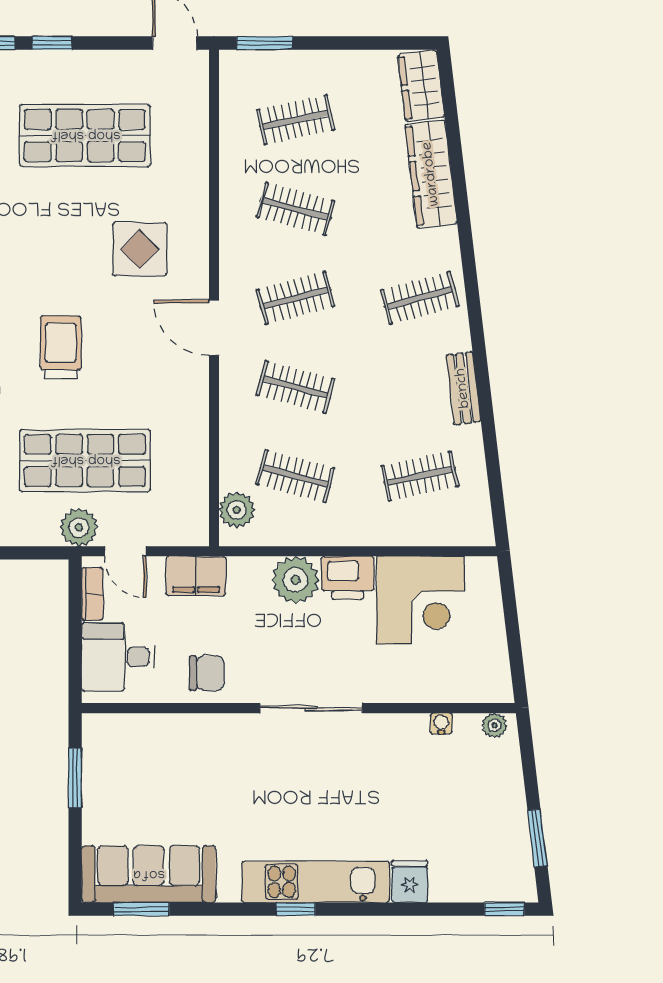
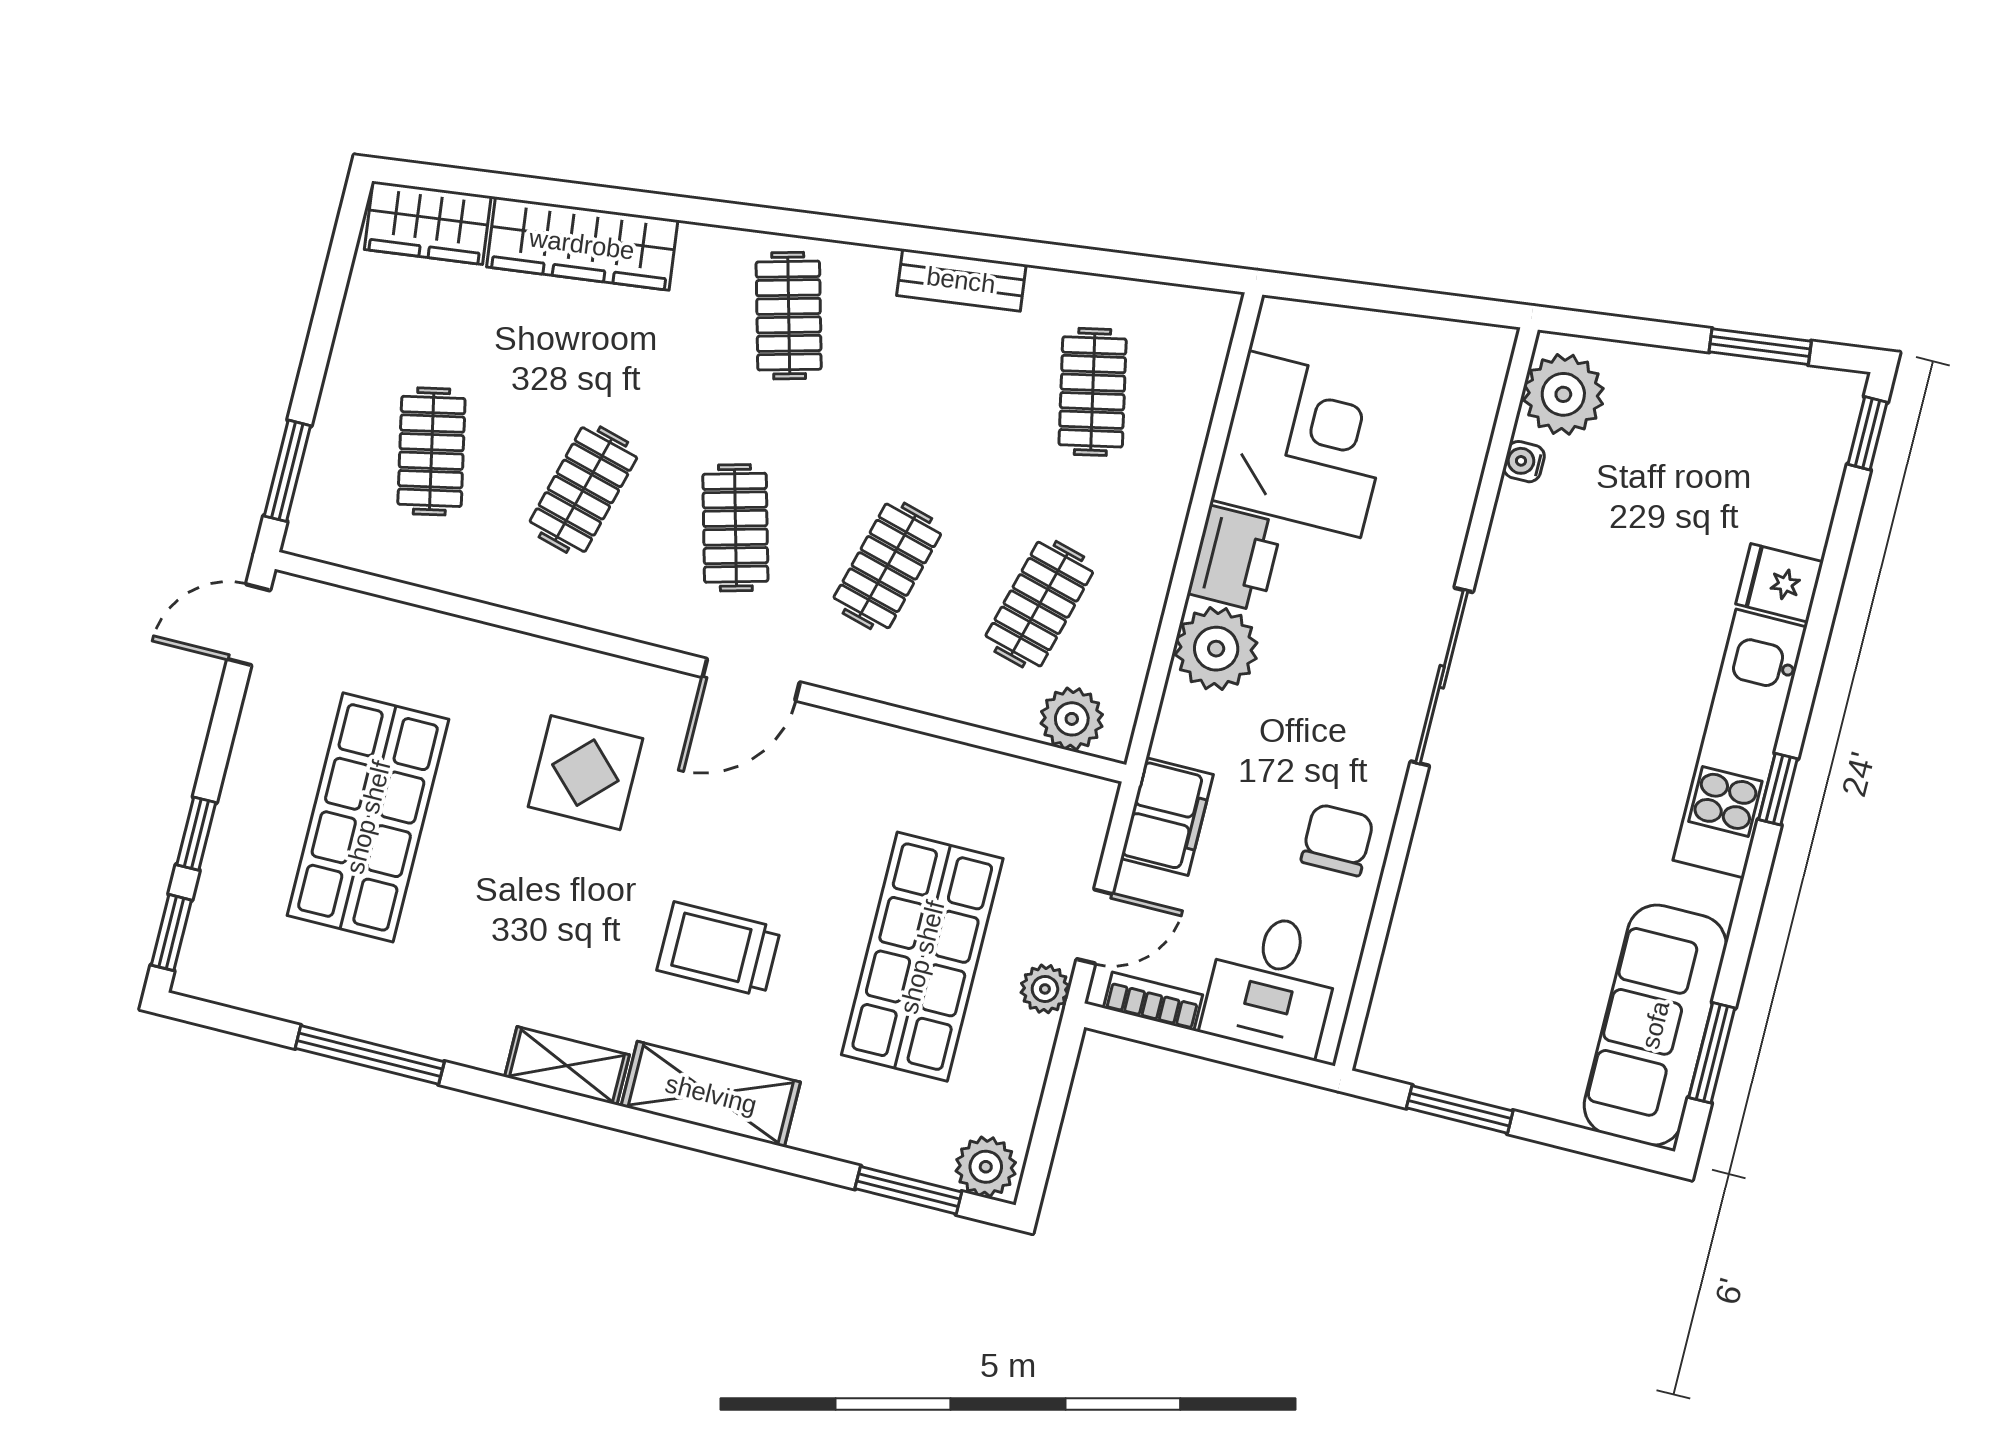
plant: (79, 527) -> (1045, 989), width x0.73, depth x0.73
plant: (494, 725) -> (1563, 394), width x1.88, depth x1.88

